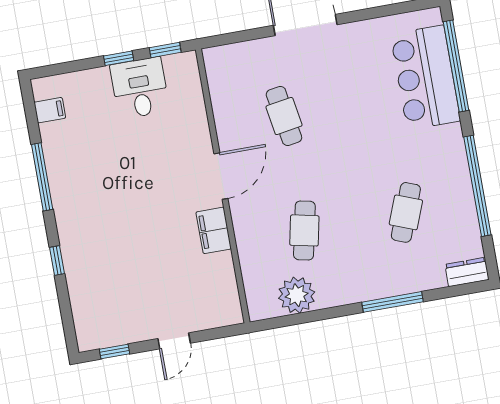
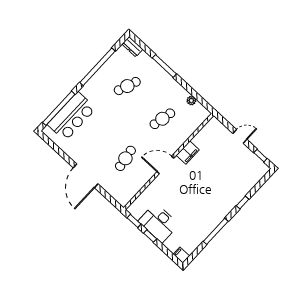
desk: (140, 88) -> (159, 223), width x1.37
filing cabinet: (50, 110) -> (181, 255), moved
plant: (297, 295) -> (191, 101), width x0.53, depth x0.53

